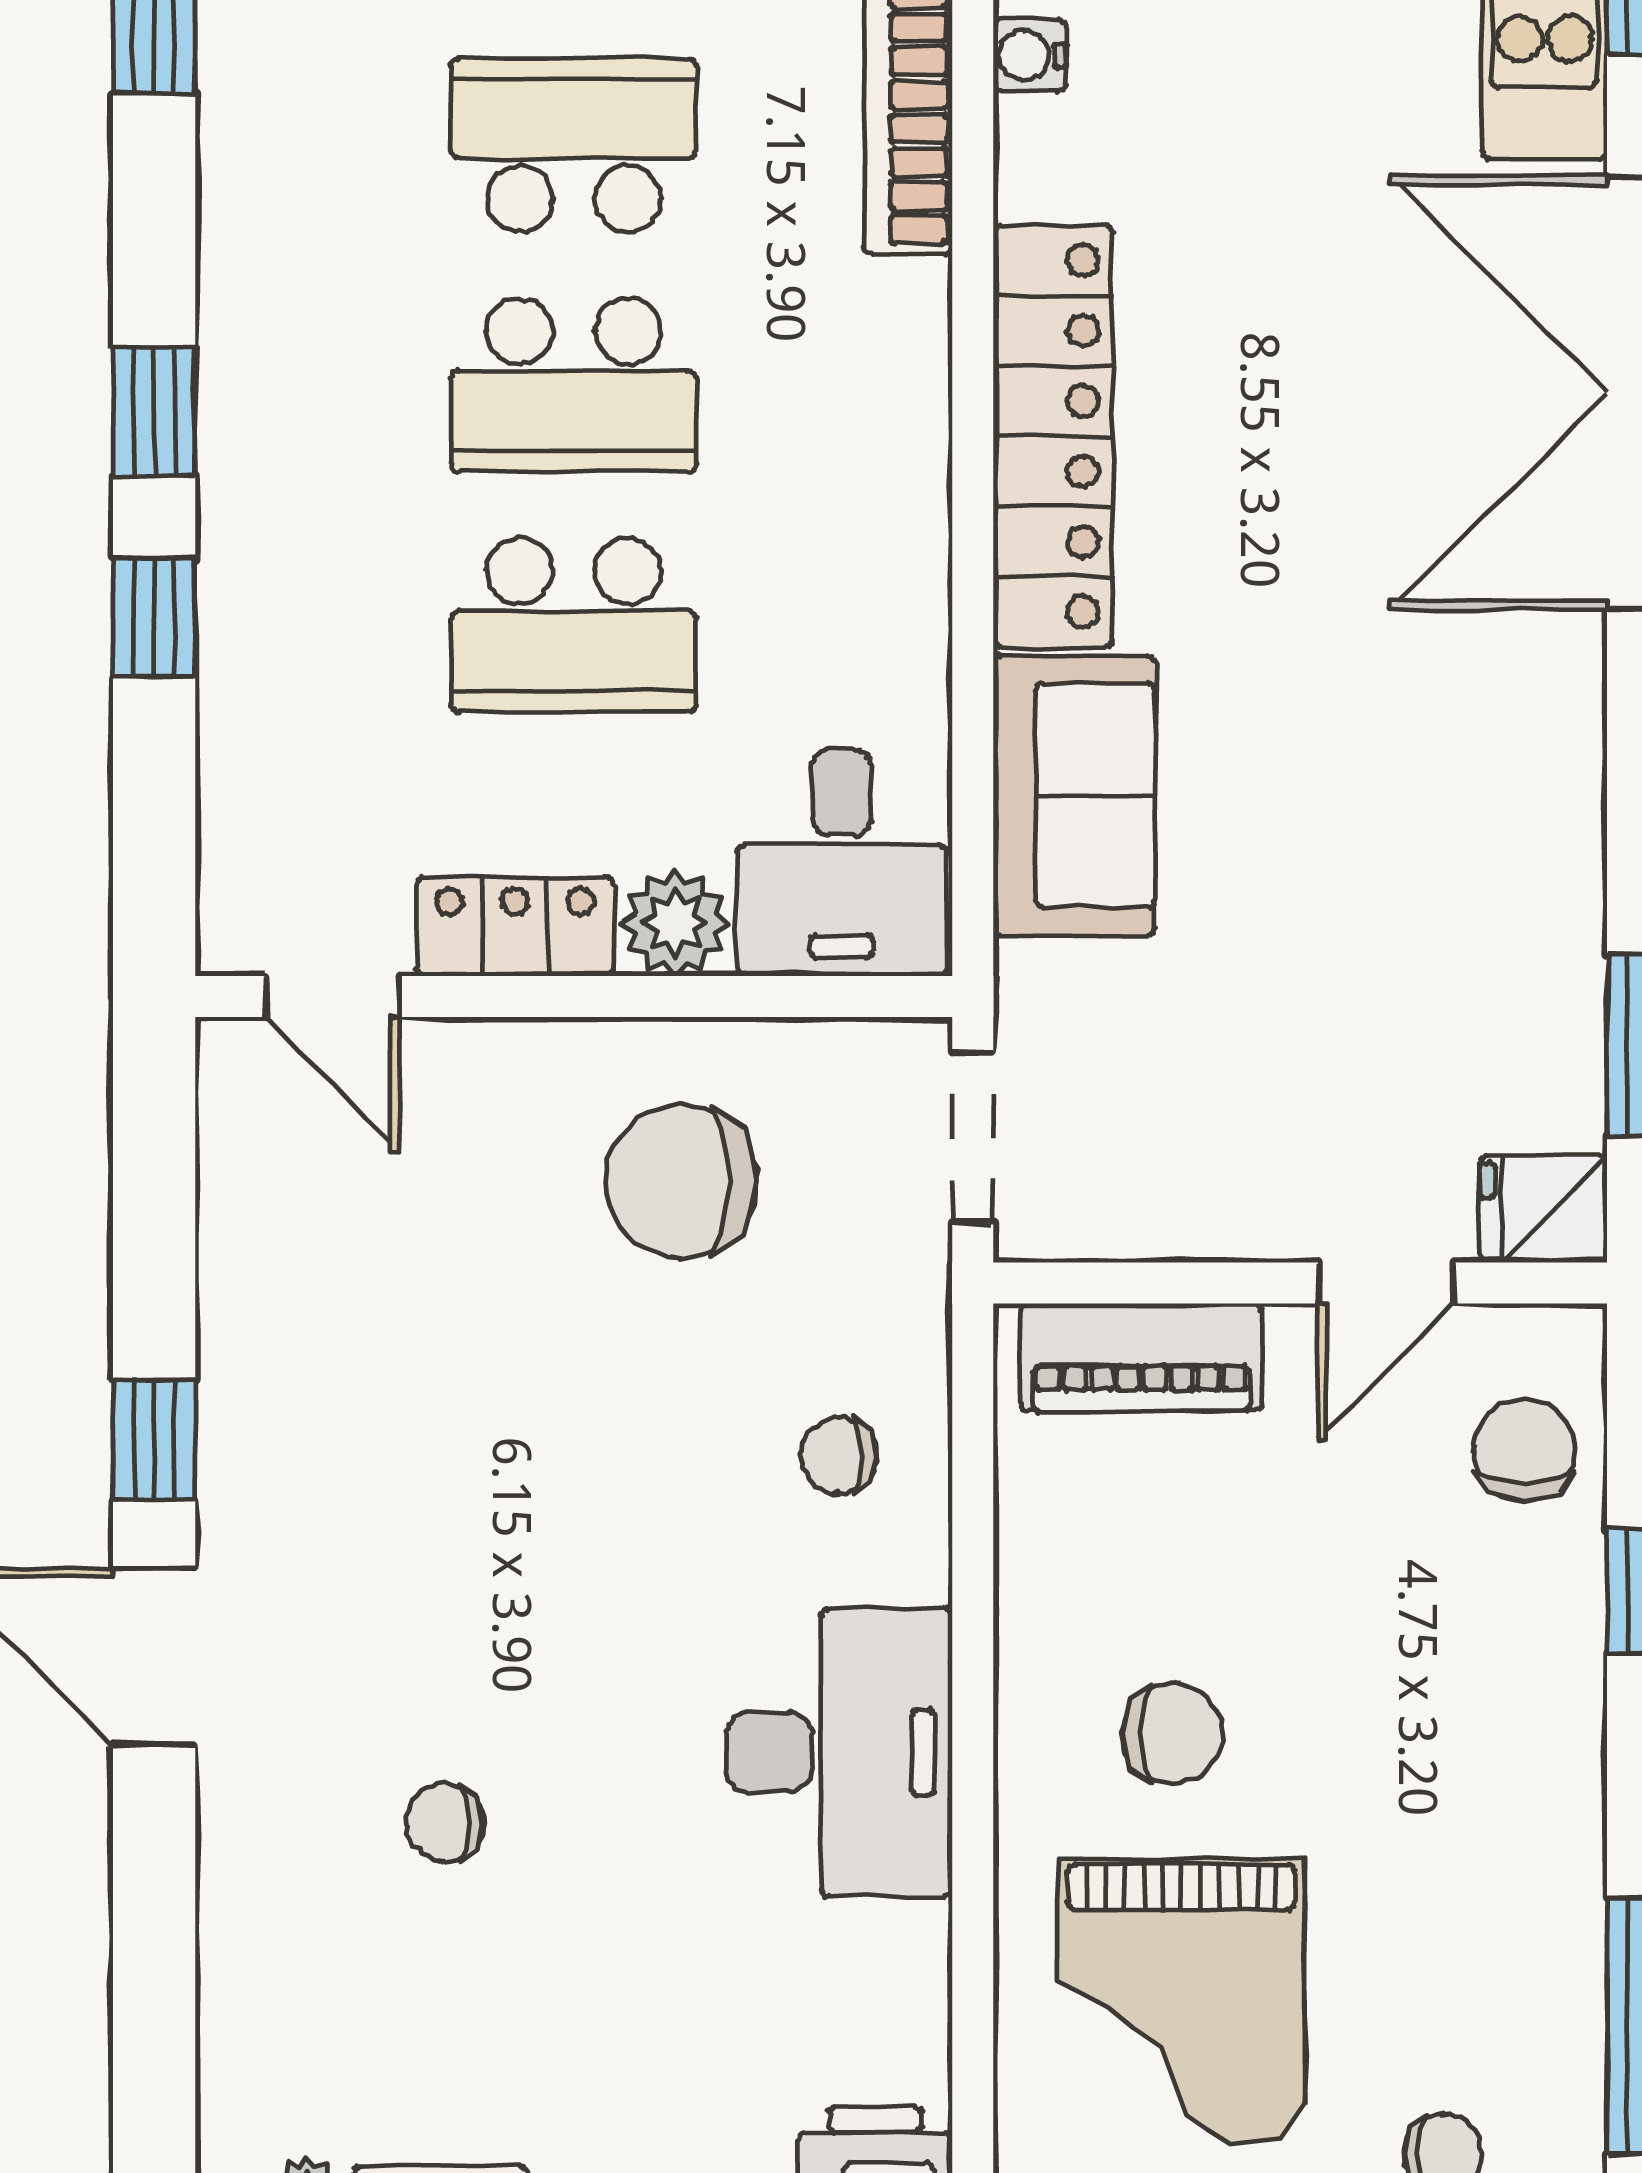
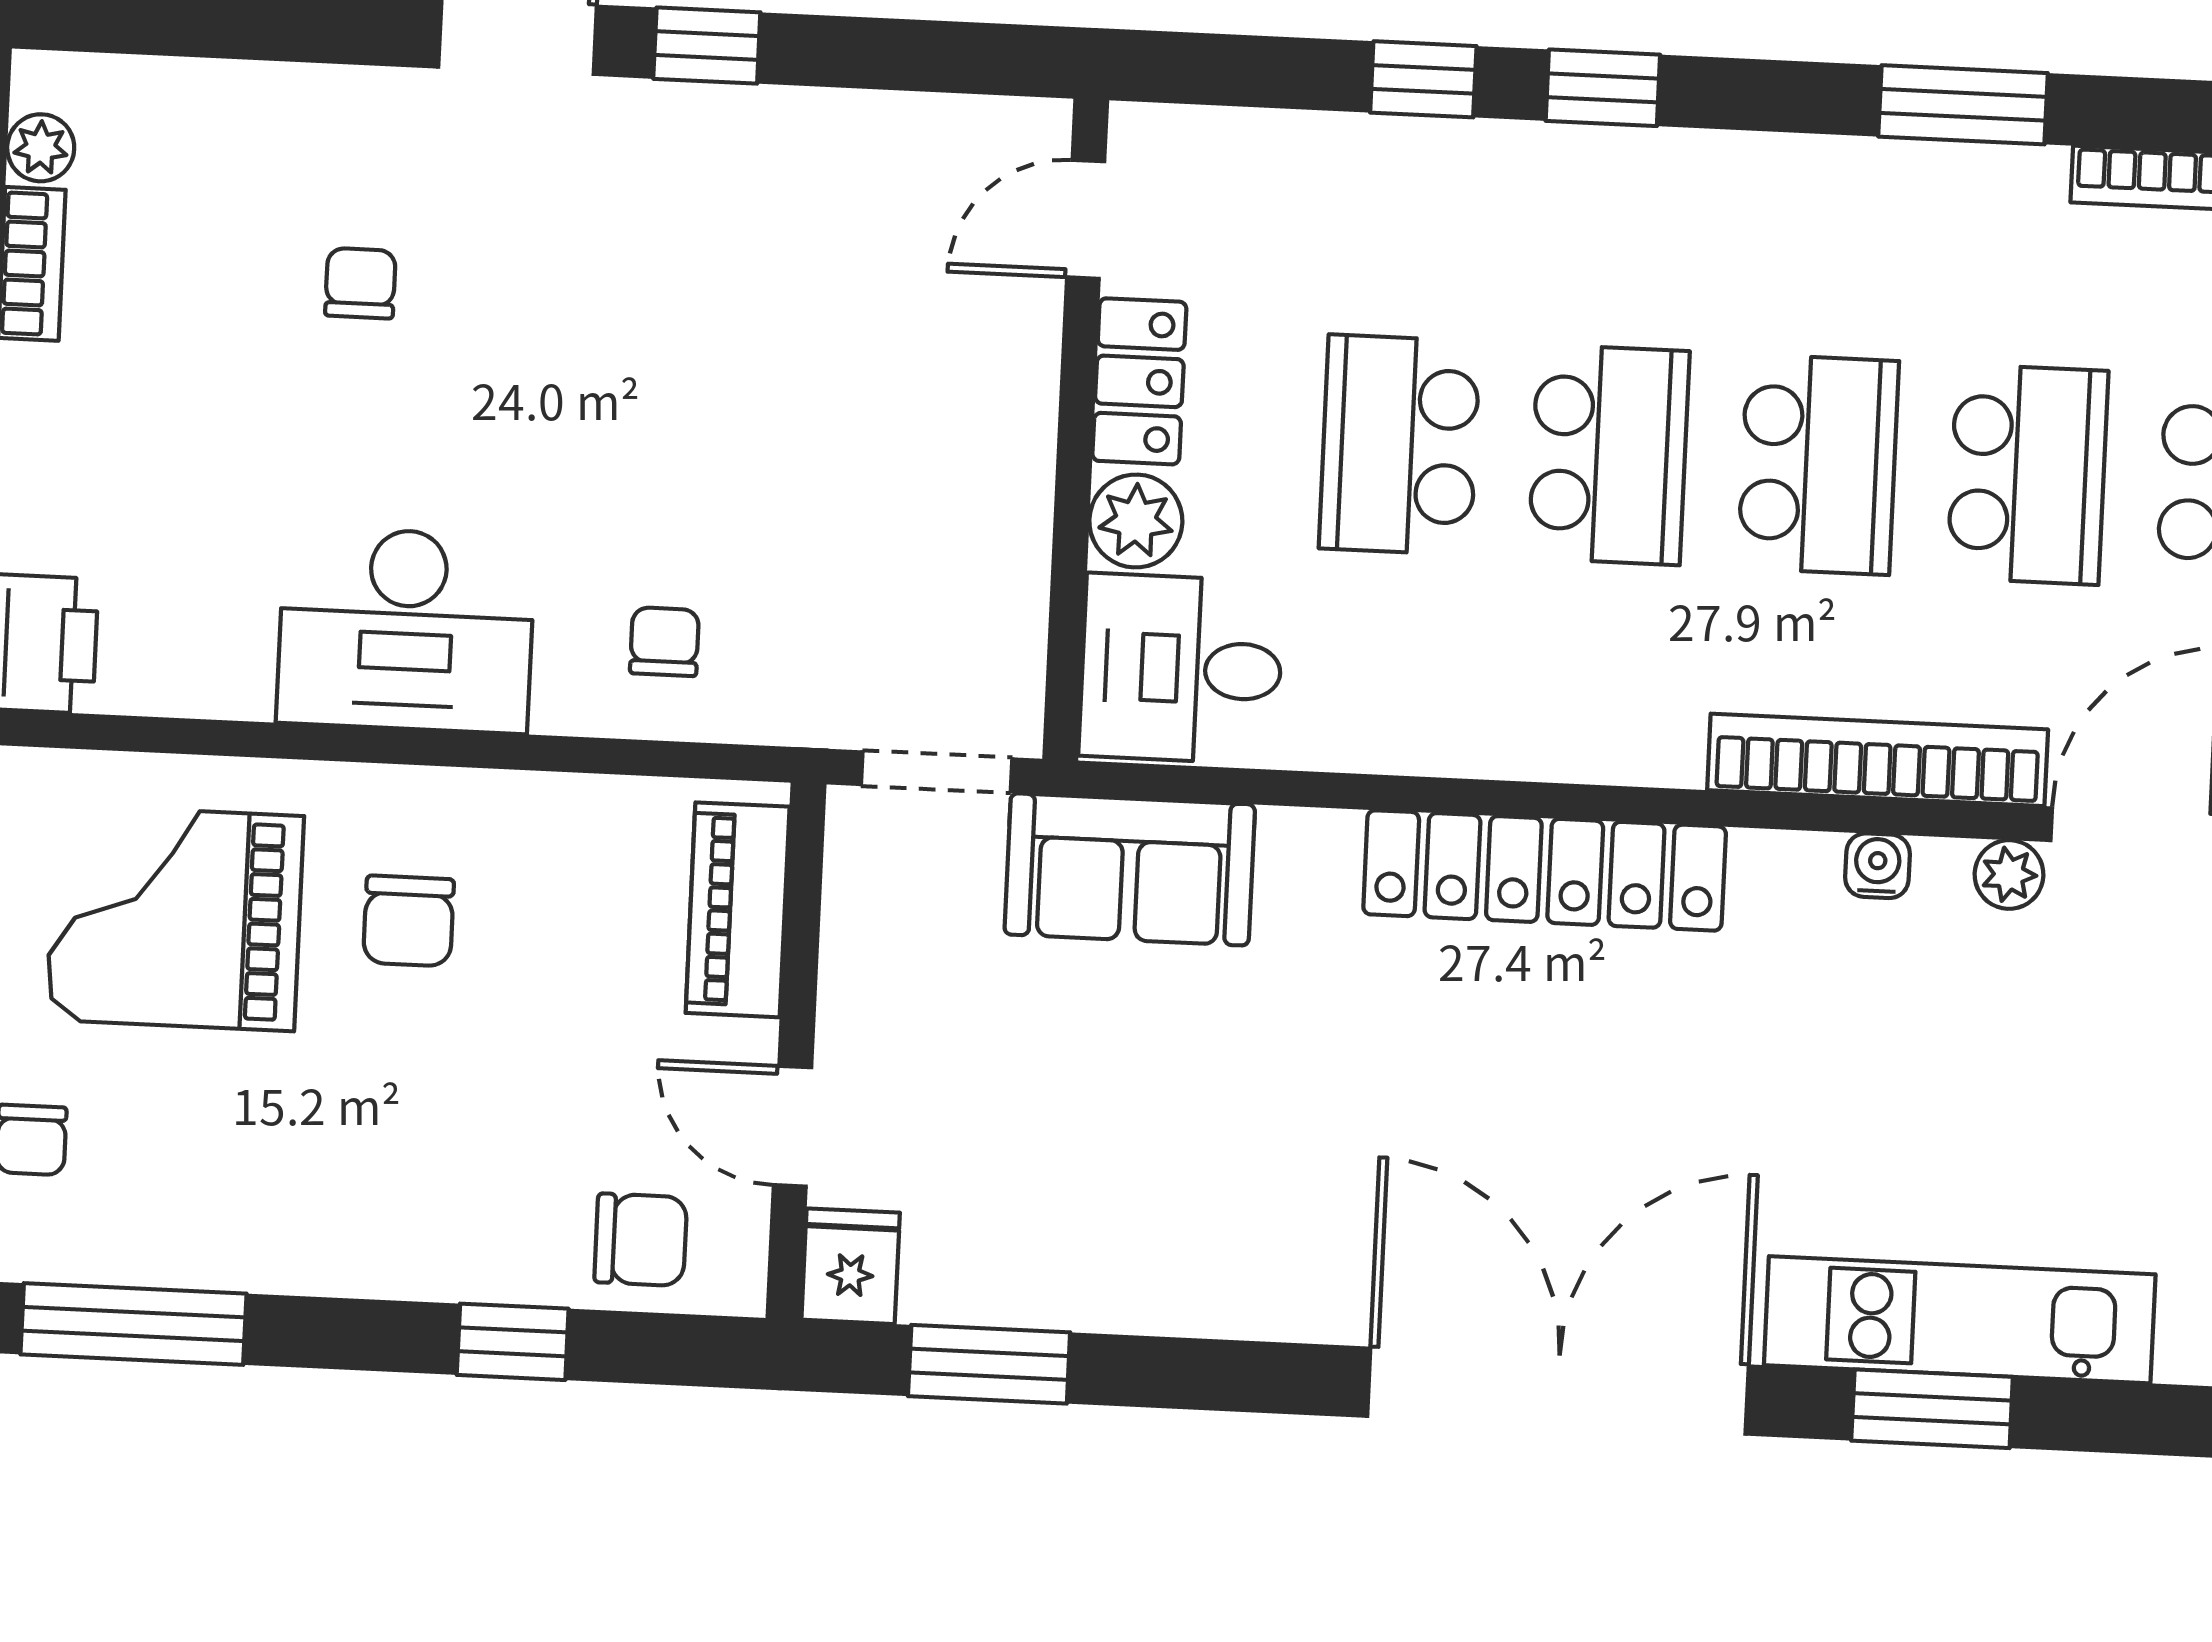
school desk: (574, 385) -> (1609, 455), turned 180
sofa: (1074, 796) -> (1130, 869), moved
chair: (681, 1181) -> (910, 516), removed

